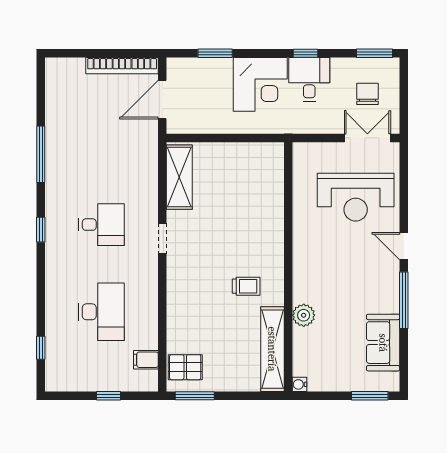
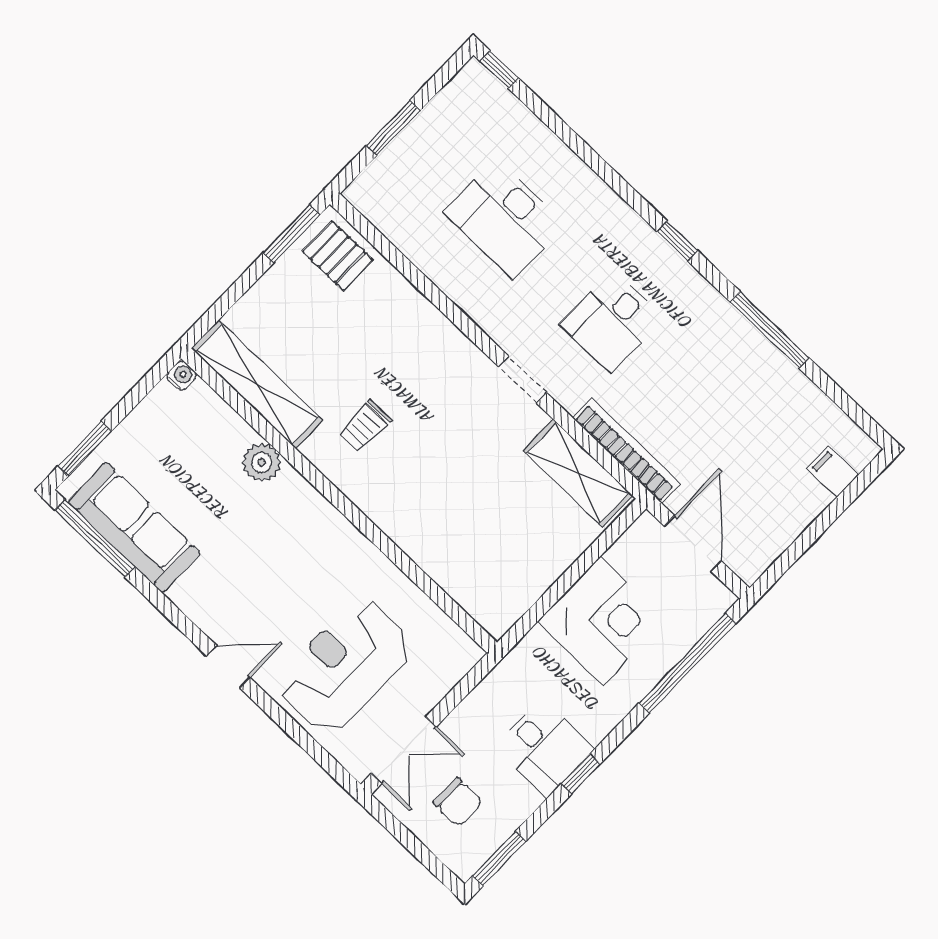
window: (215, 53) -> (687, 663), width x2.11
bookcase: (122, 66) -> (627, 451), moved, turned 90
corner desk: (260, 84) -> (602, 621), moved, turned 180
window: (404, 300) -> (95, 538), moved
sofa: (383, 343) -> (134, 528), width x1.36
window: (41, 348) -> (499, 70), moved
filing cabinet: (146, 360) -> (833, 472), moved, turned -90
pallet: (185, 367) -> (338, 256), turned 90
window: (108, 396) -> (393, 128), width x1.50

